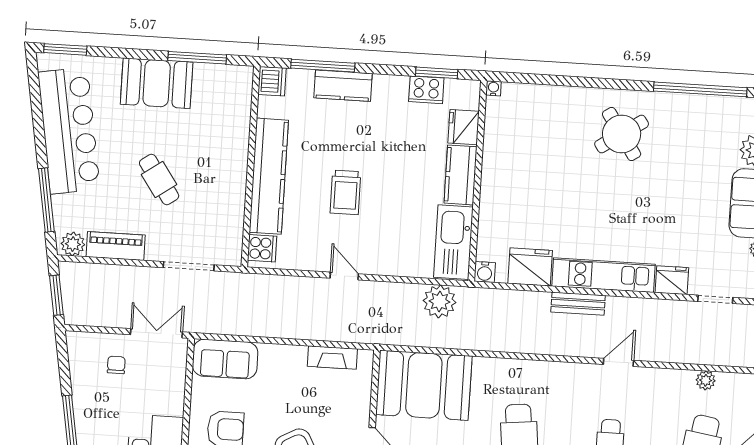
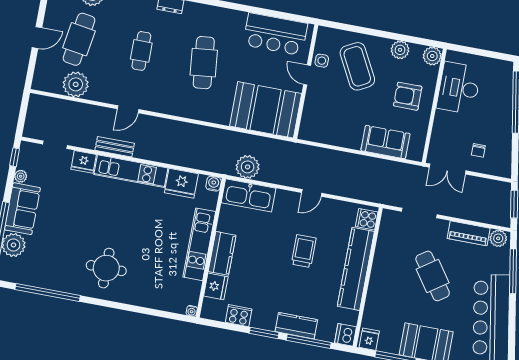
window: (437, 73) -> (264, 333), moved
fridge: (238, 79) -> (369, 339), added
round table: (622, 134) -> (106, 268), turned 34
cafe table: (159, 180) -> (433, 276), width x1.37, depth x1.35
kitchen unit: (494, 184) -> (199, 244), added
kitchen sink: (453, 242) -> (248, 195), moved, turned 90
door: (344, 276) -> (312, 193), hinge flipped
bench: (578, 304) -> (115, 147), moved
fireplace: (332, 358) -> (327, 137), removed
sofa: (225, 359) -> (385, 142), moved
plant: (706, 380) -> (76, 84), width x1.88, depth x1.88

